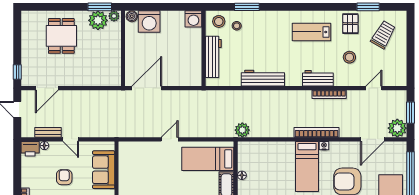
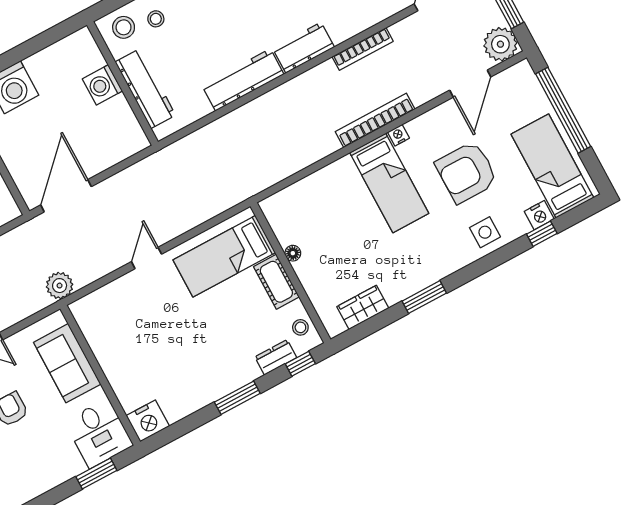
washing machine: (193, 19) -> (102, 85), moved, turned 90
workbench: (318, 78) -> (303, 48), moved
plant: (242, 130) -> (60, 286), moved

